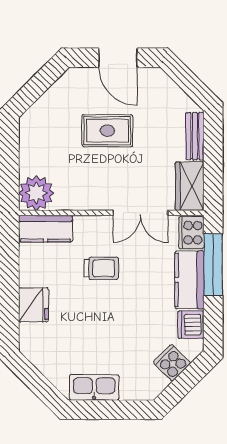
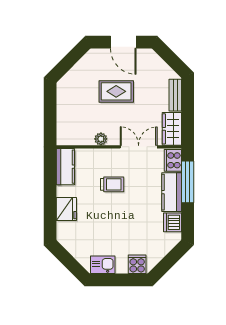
plant: (36, 193) -> (101, 139), moved, width x0.53, depth x0.53
double door: (140, 213) -> (139, 147), swing flipped
kitchen counter: (46, 229) -> (65, 167), moved, turned -90
cooker: (172, 363) -> (137, 264), moved, turned 45
kitchen sink: (94, 387) -> (103, 265), width x0.73

